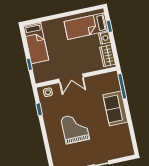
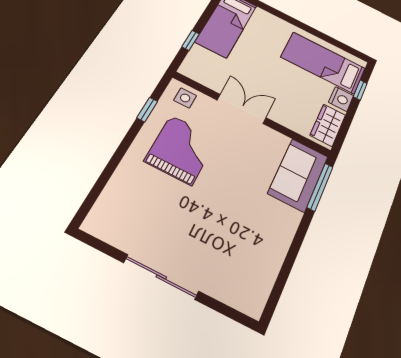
double door: (71, 78) -> (241, 109), swing flipped
sofa: (115, 108) -> (298, 175), moved
grand piano: (75, 128) -> (181, 150), moved

